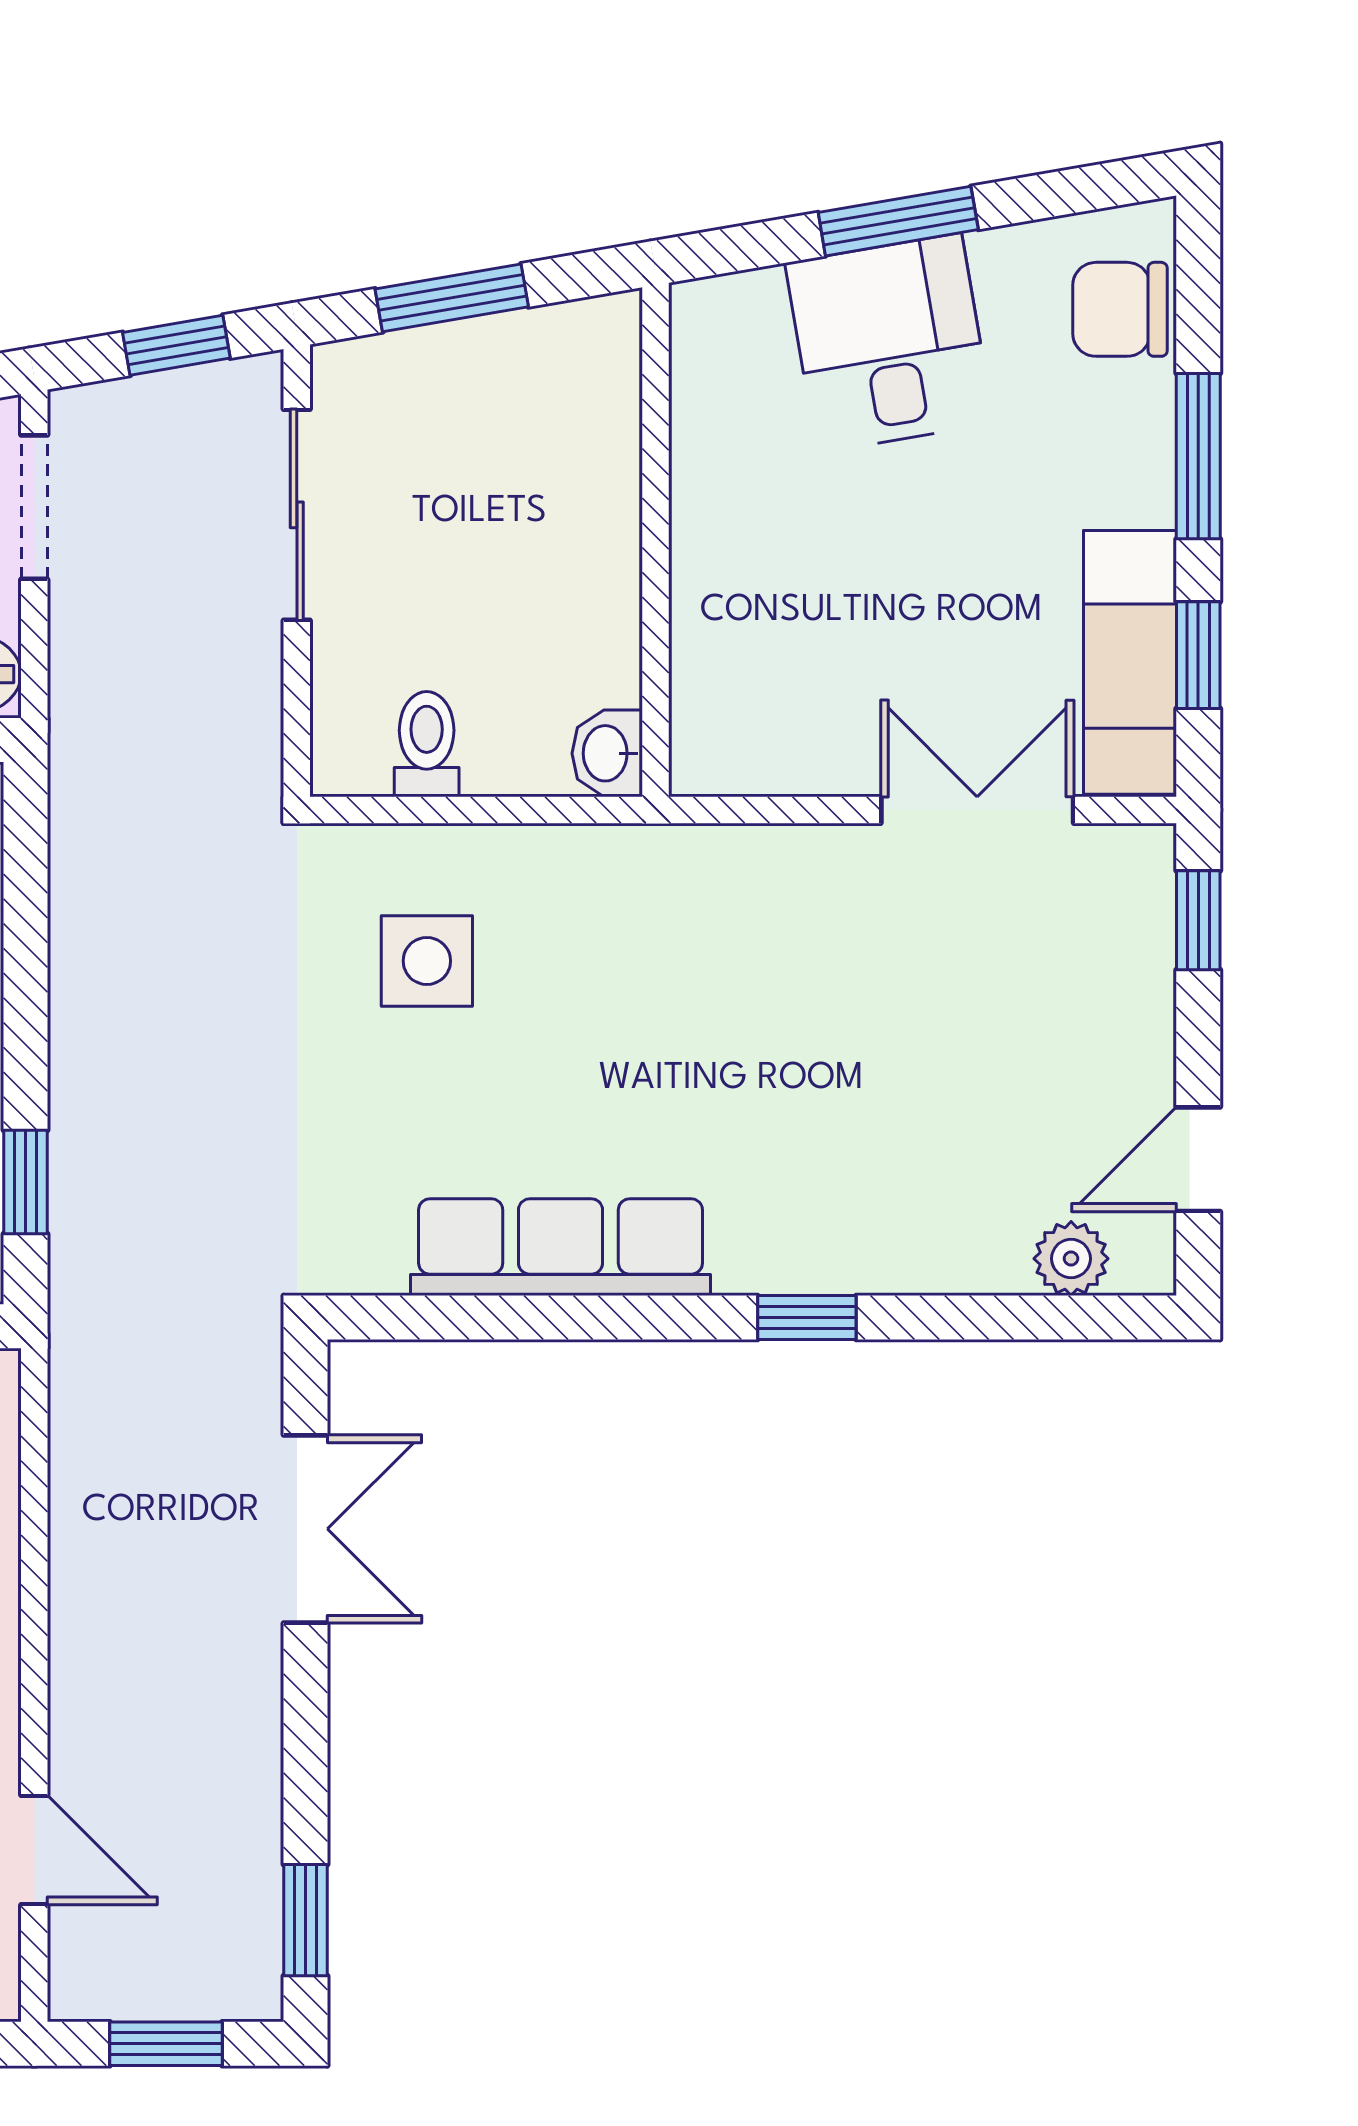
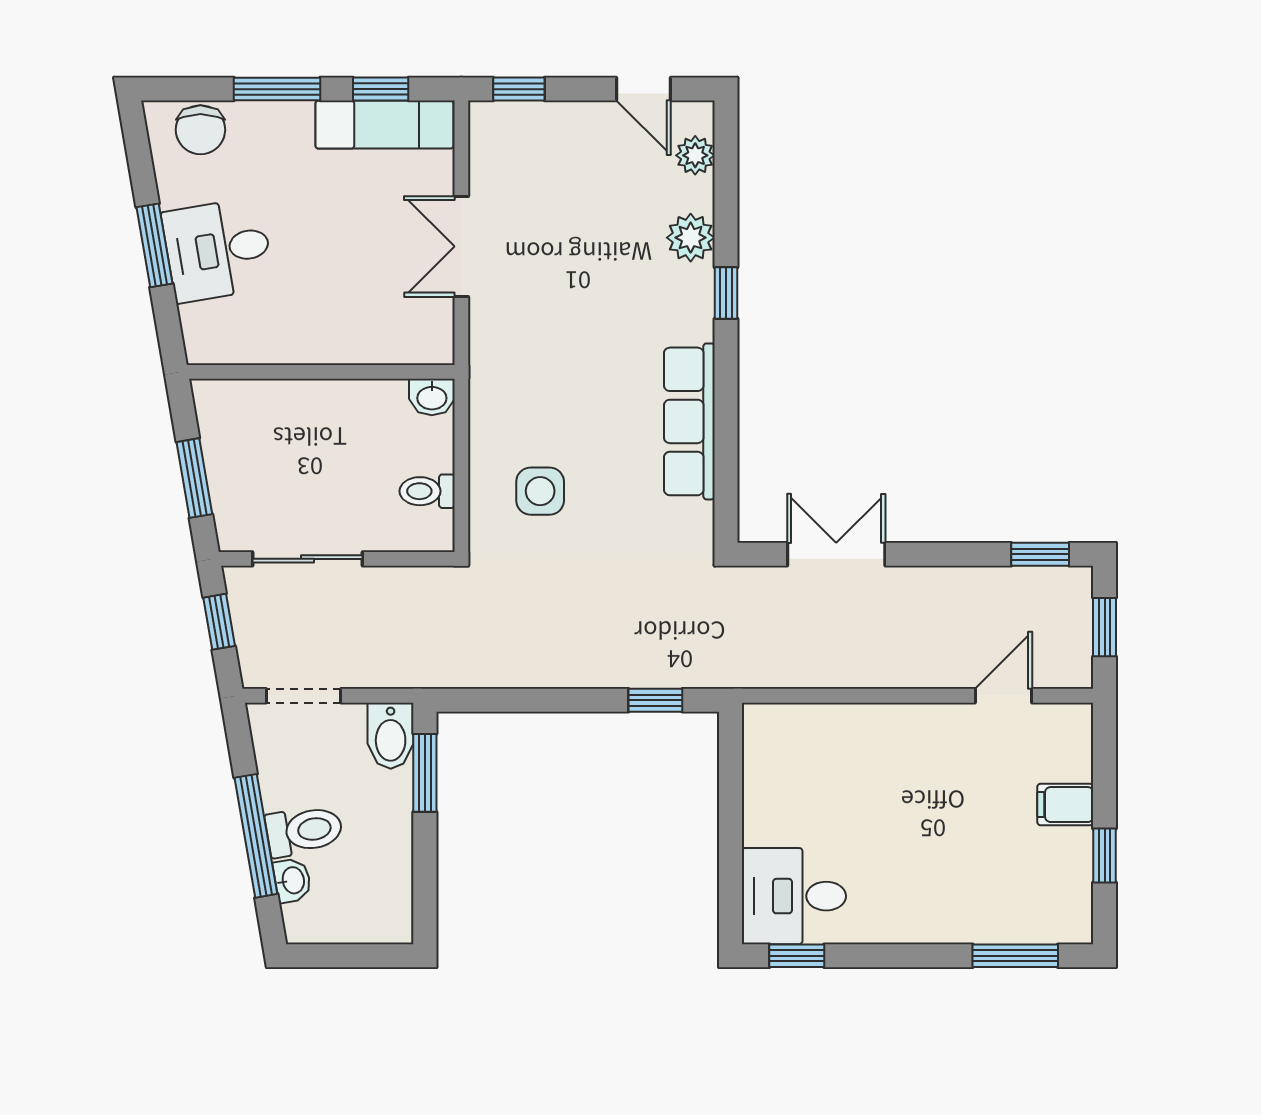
double door: (977, 810) -> (461, 246), moved
plant: (913, 1250) -> (691, 238), added

